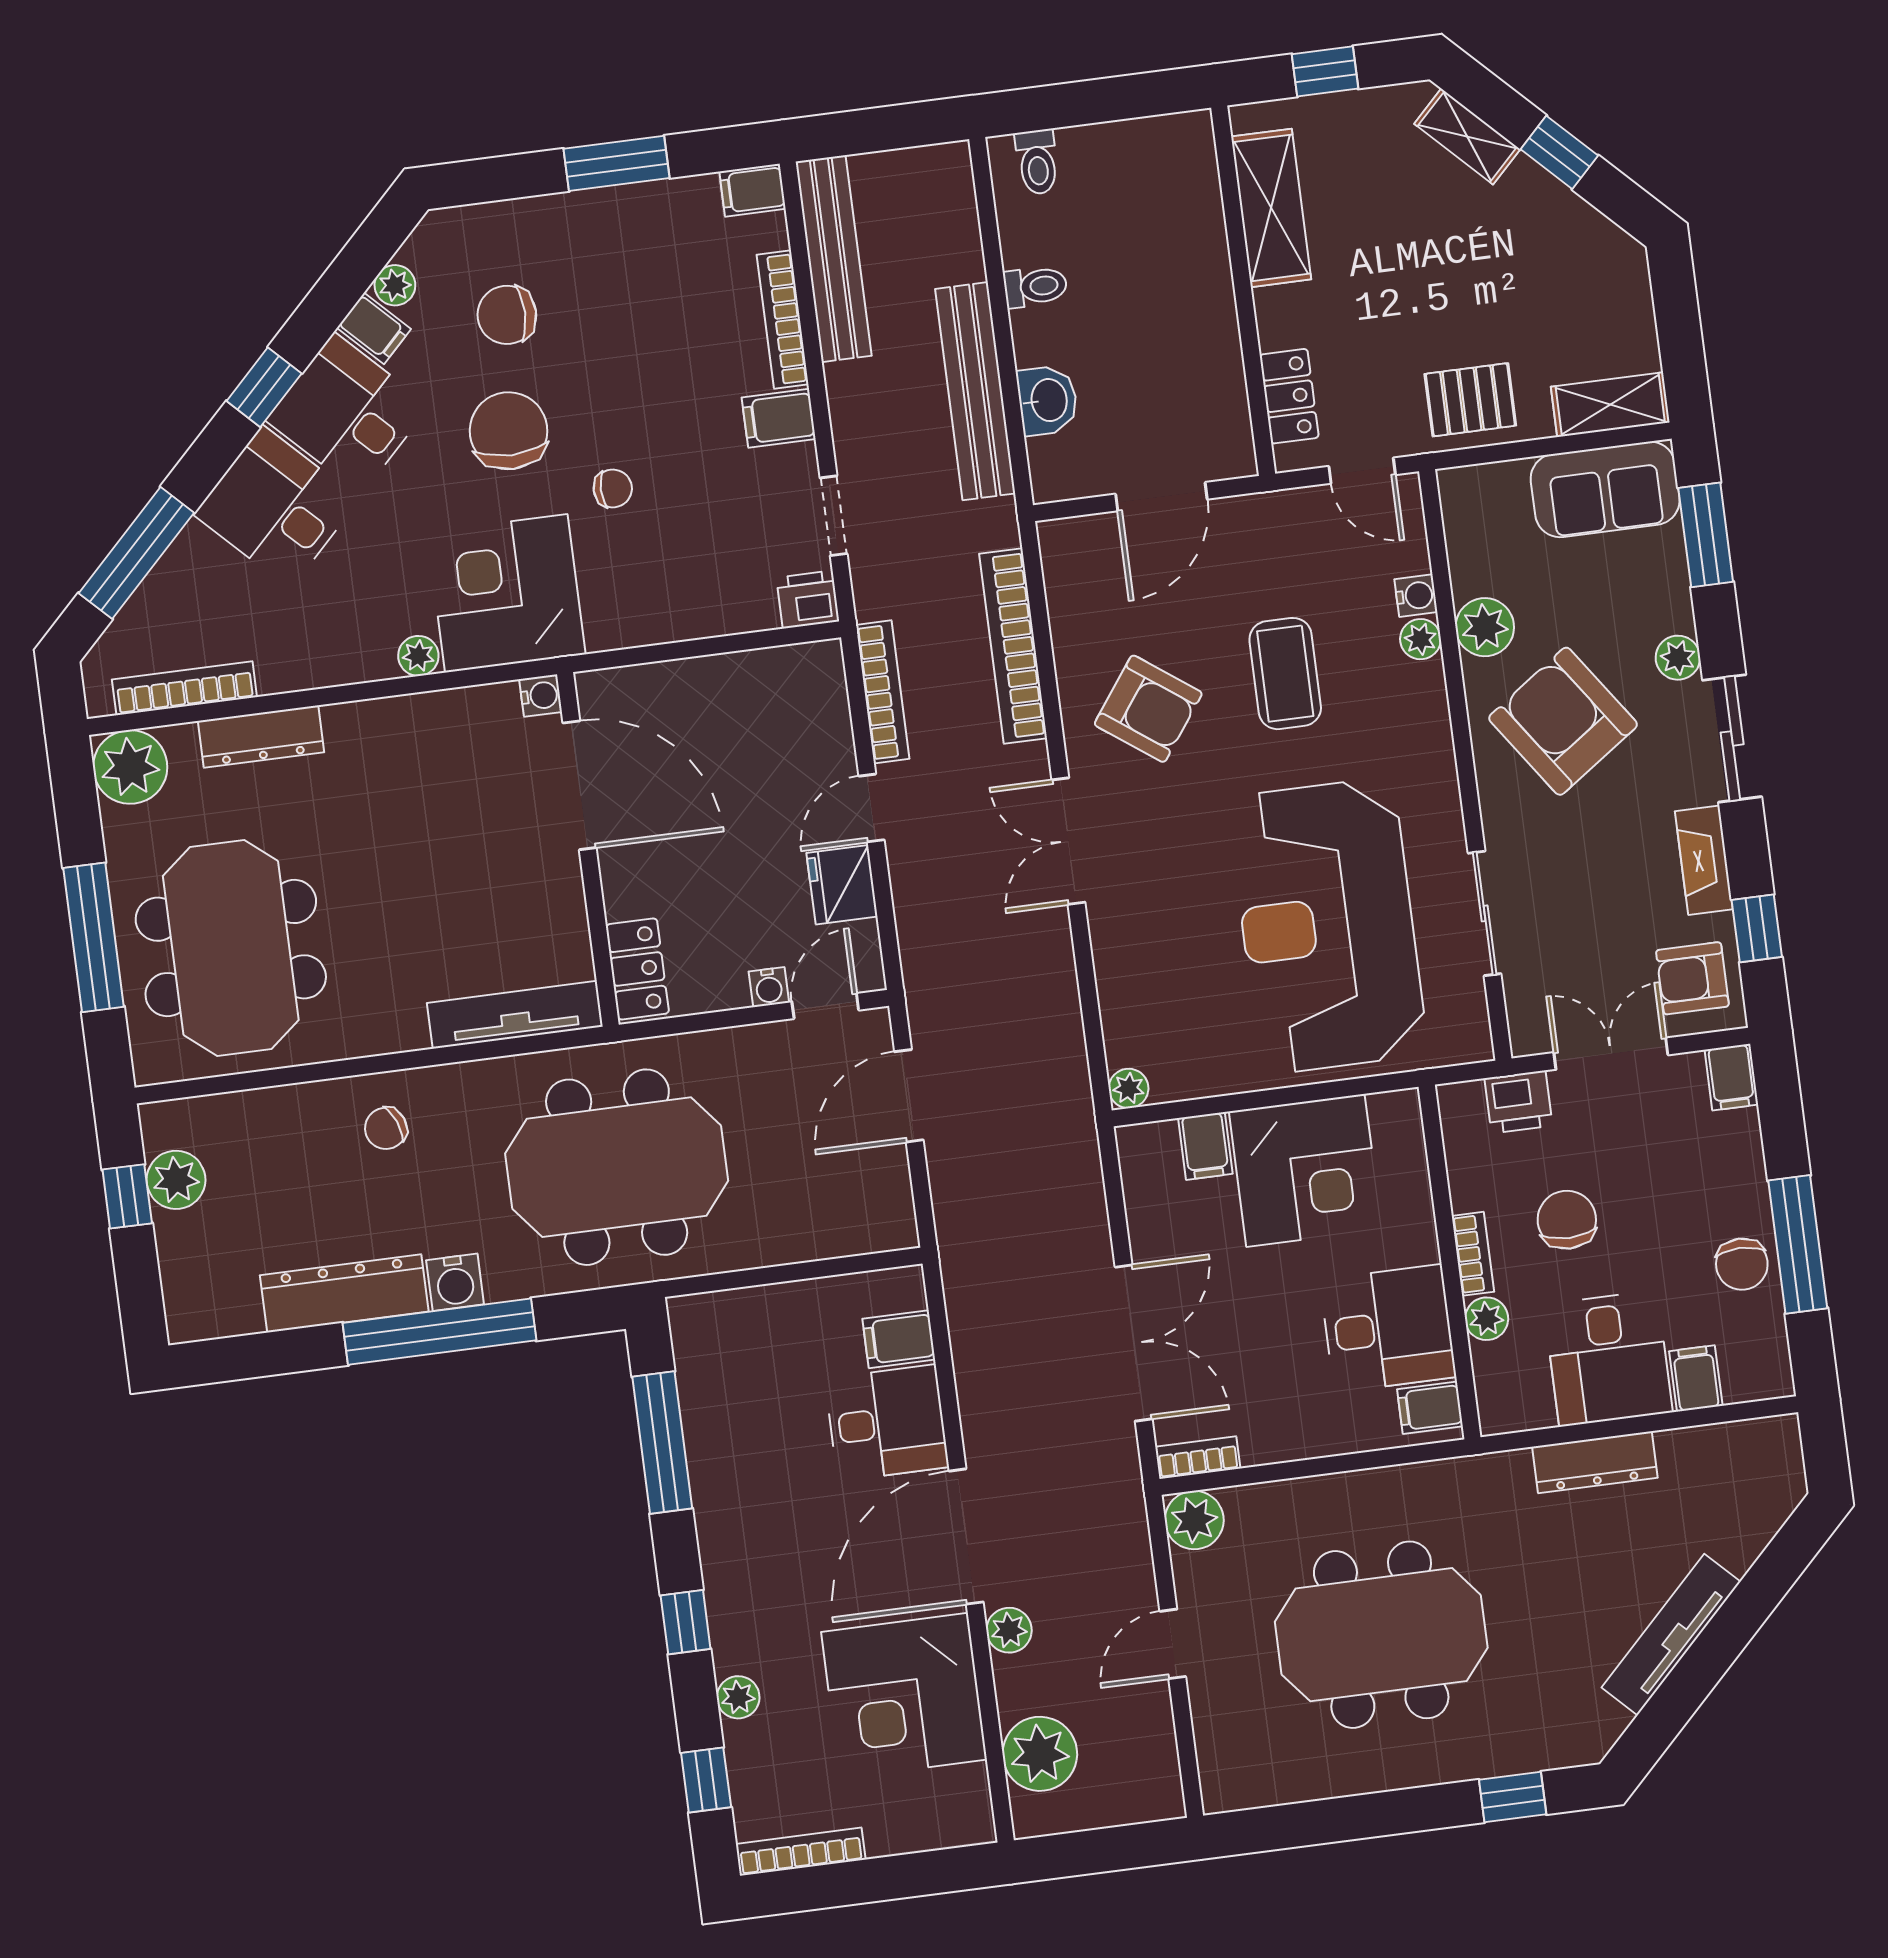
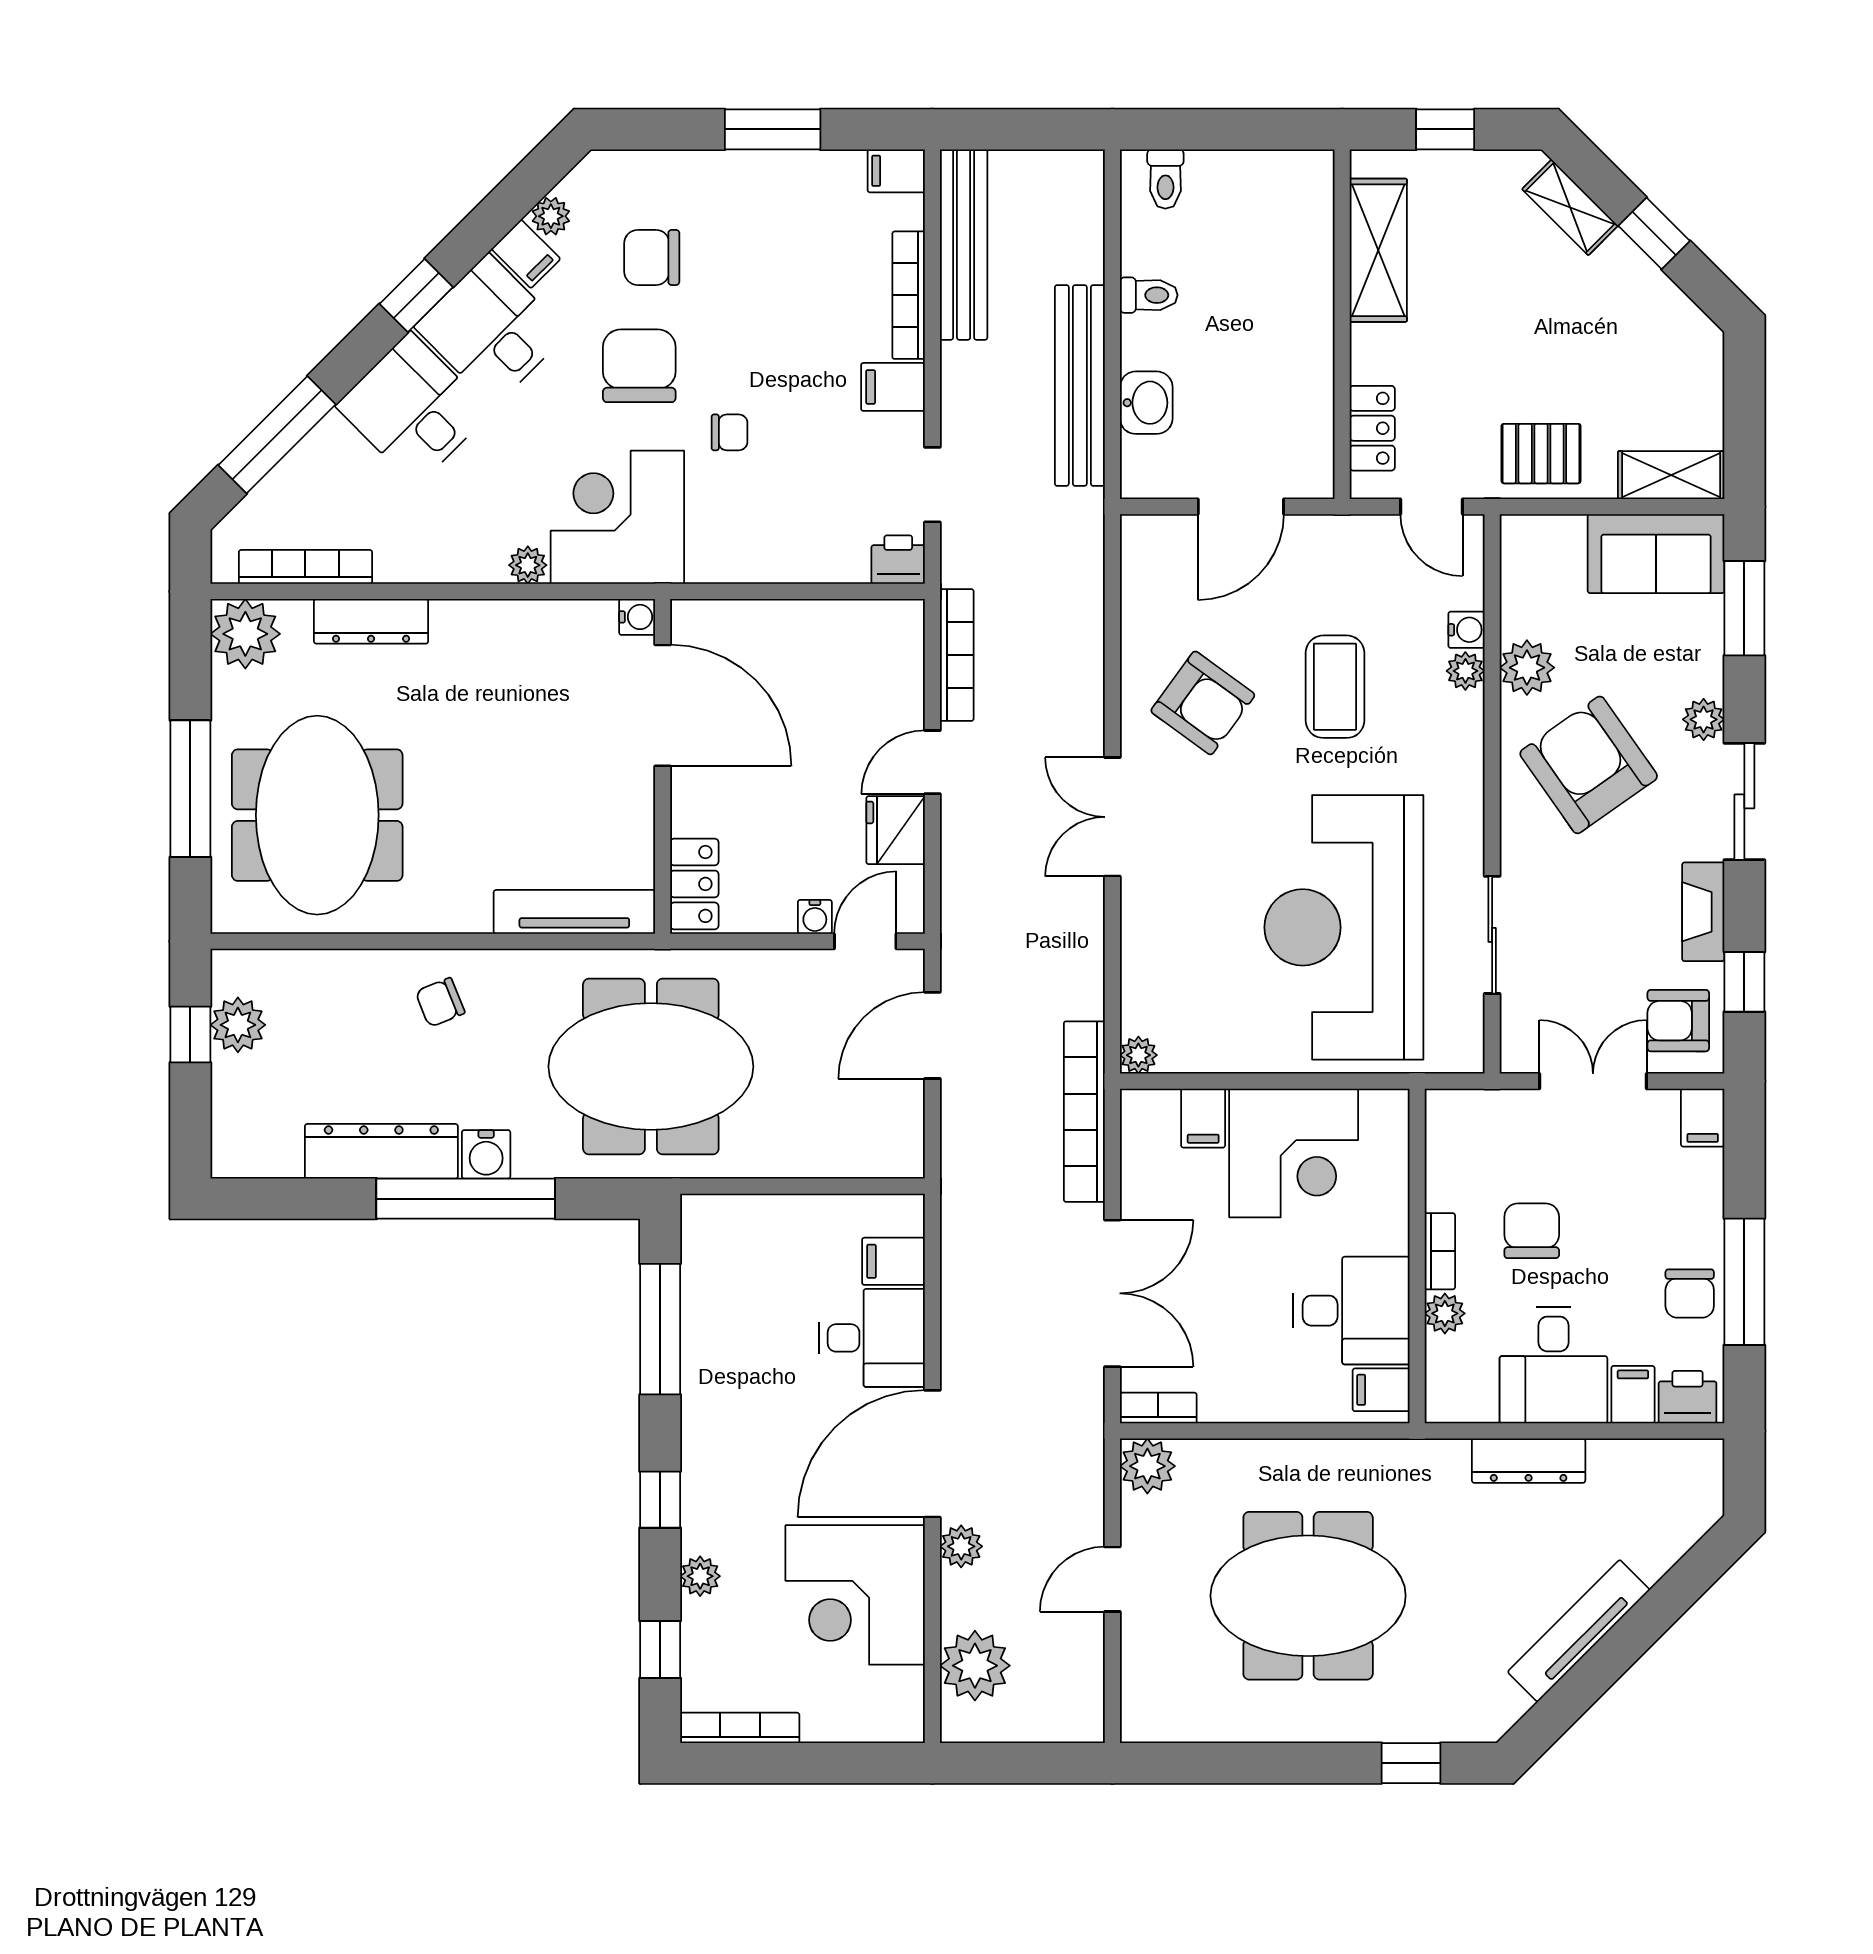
bookcase: (1013, 646) -> (1084, 1112), moved
printer: (1518, 1102) -> (1688, 1397), moved, turned 180

